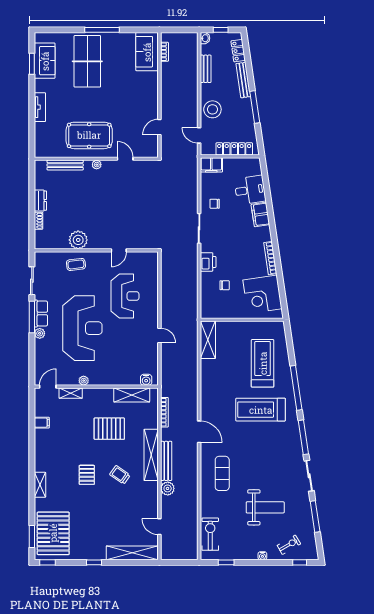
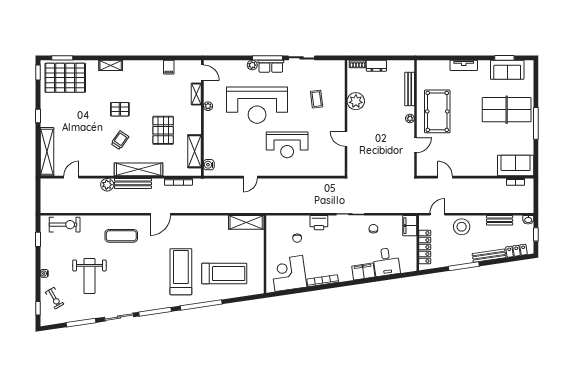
plant: (78, 240) -> (356, 101), moved
wall: (96, 250) -> (346, 118), moved
door: (119, 250) -> (346, 139), moved

